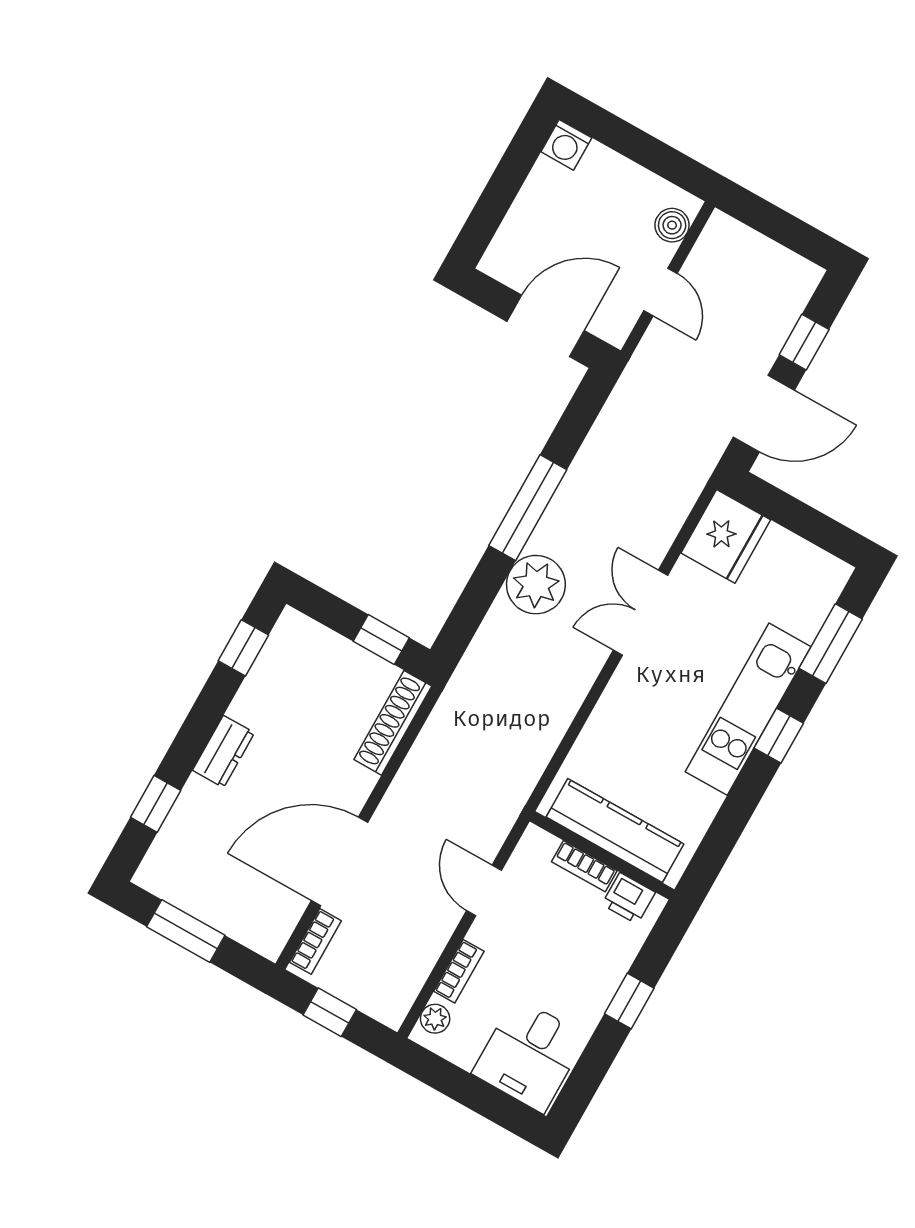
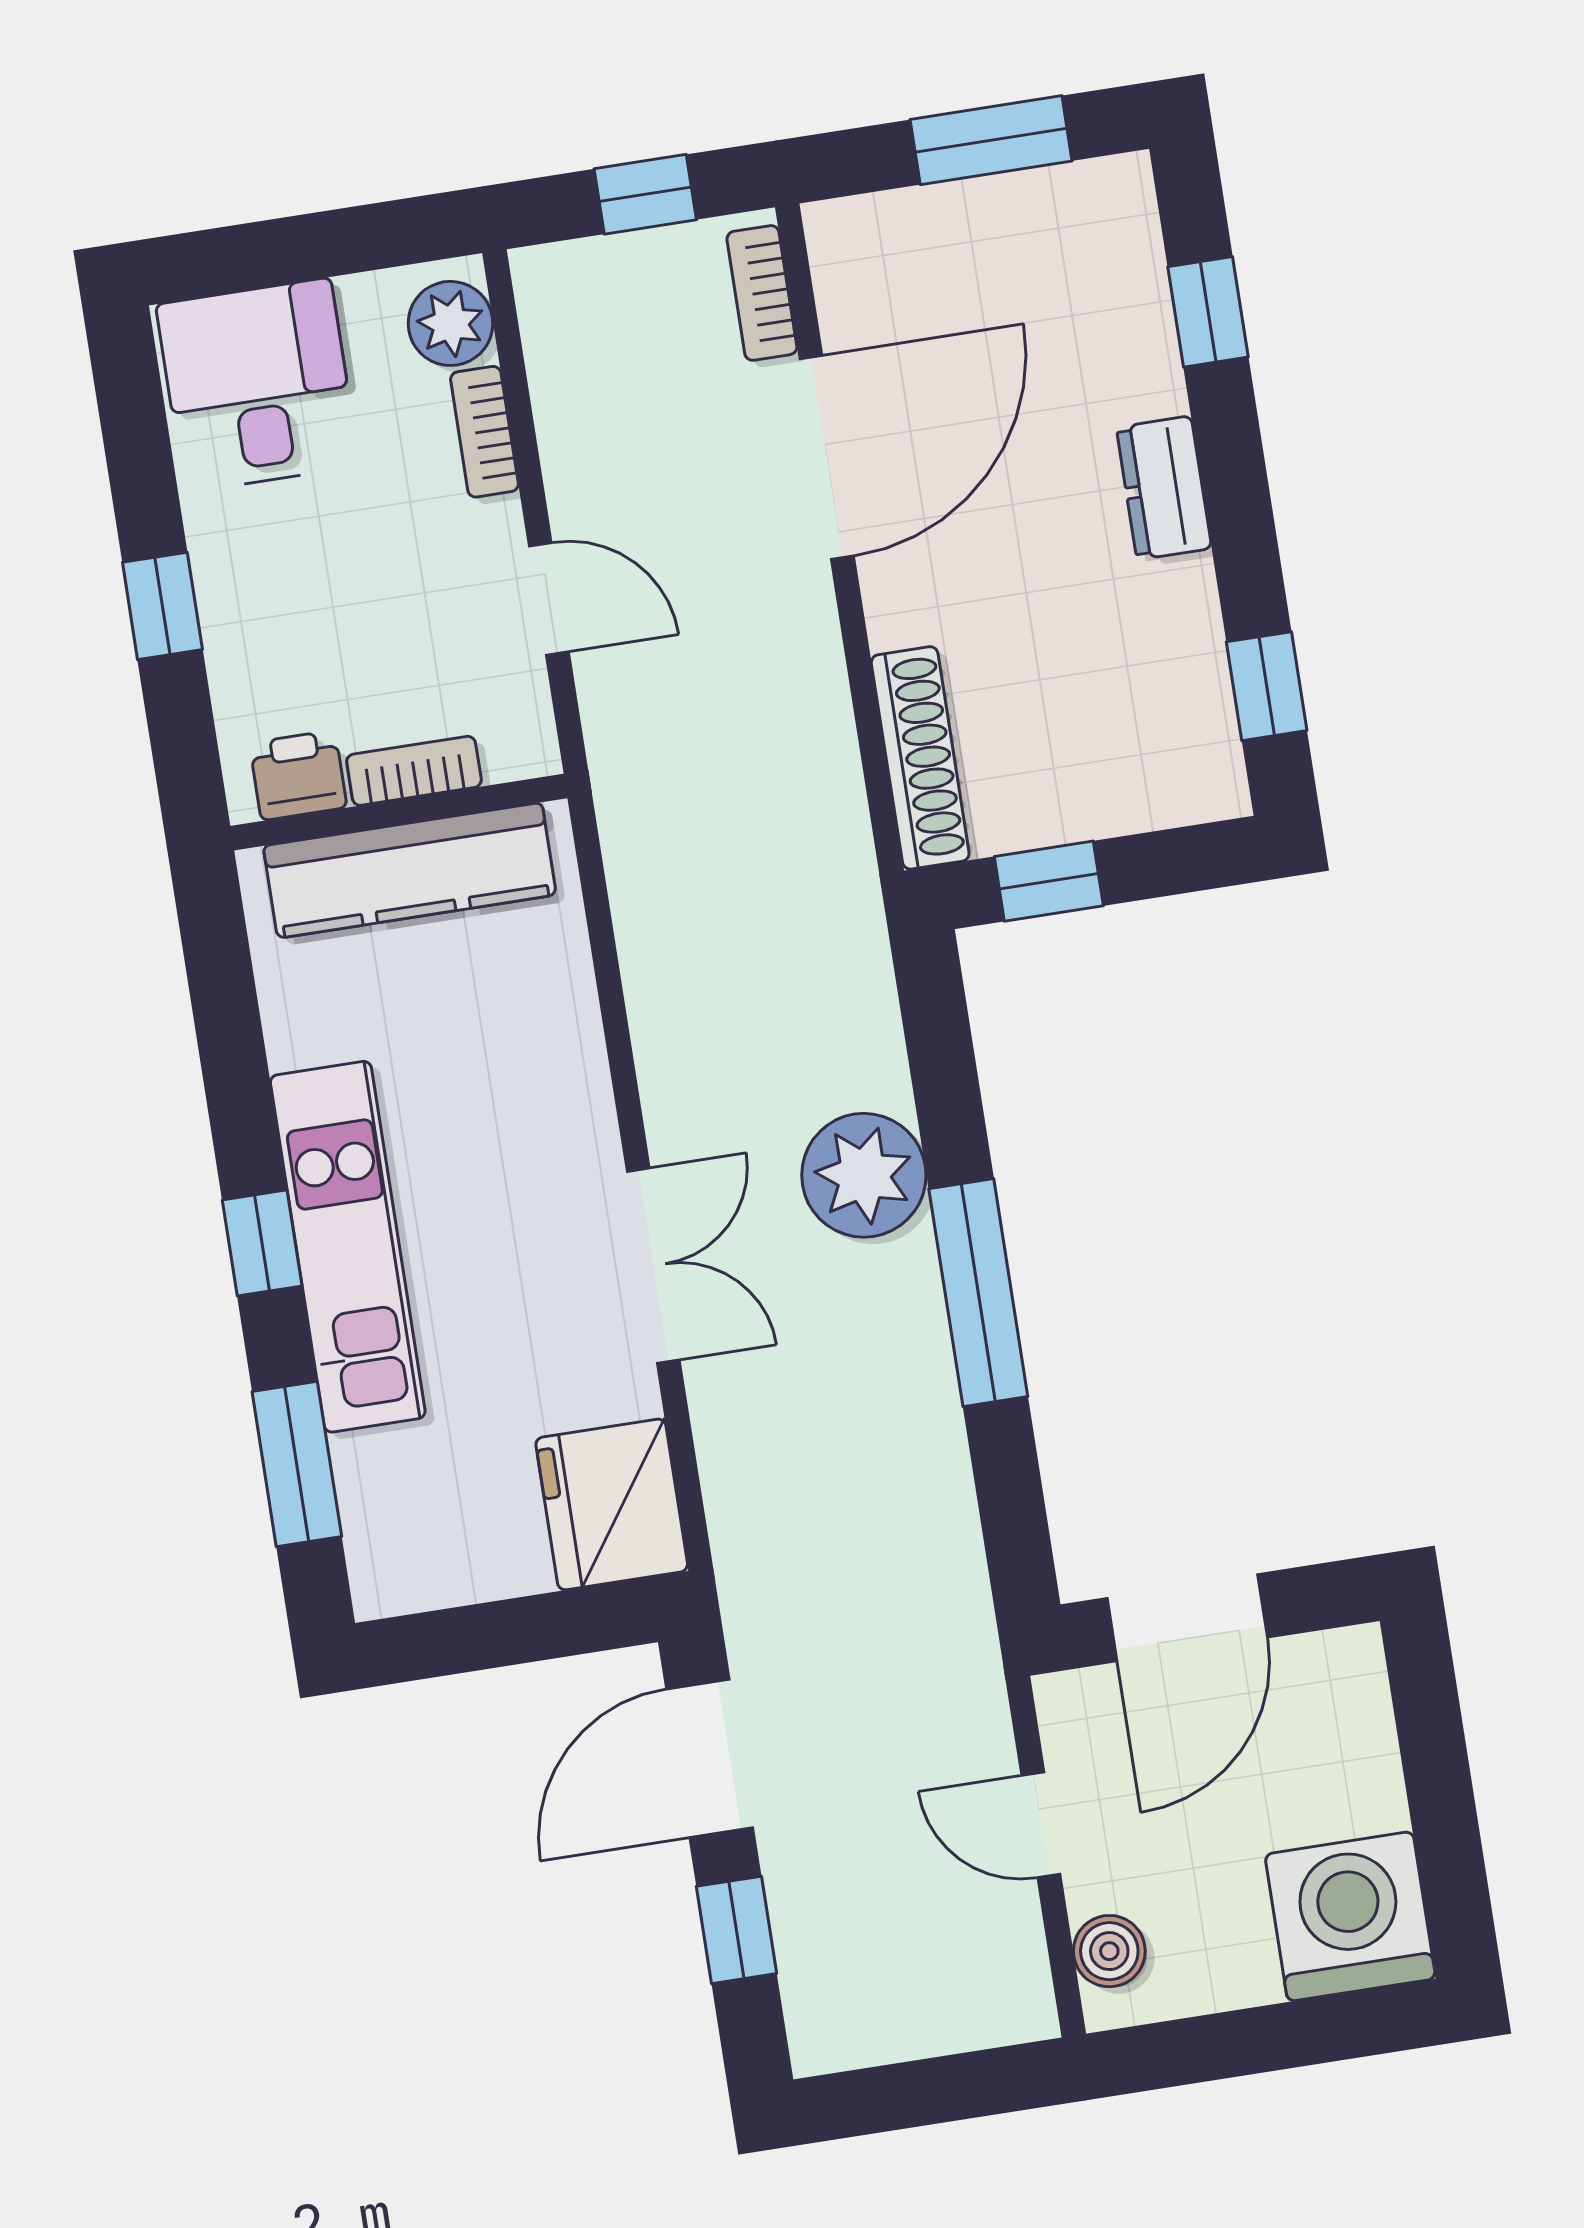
washing machine: (566, 145) -> (1350, 1916), width x1.89, depth x1.89
plant: (435, 1019) -> (450, 323), width x1.38, depth x1.38

